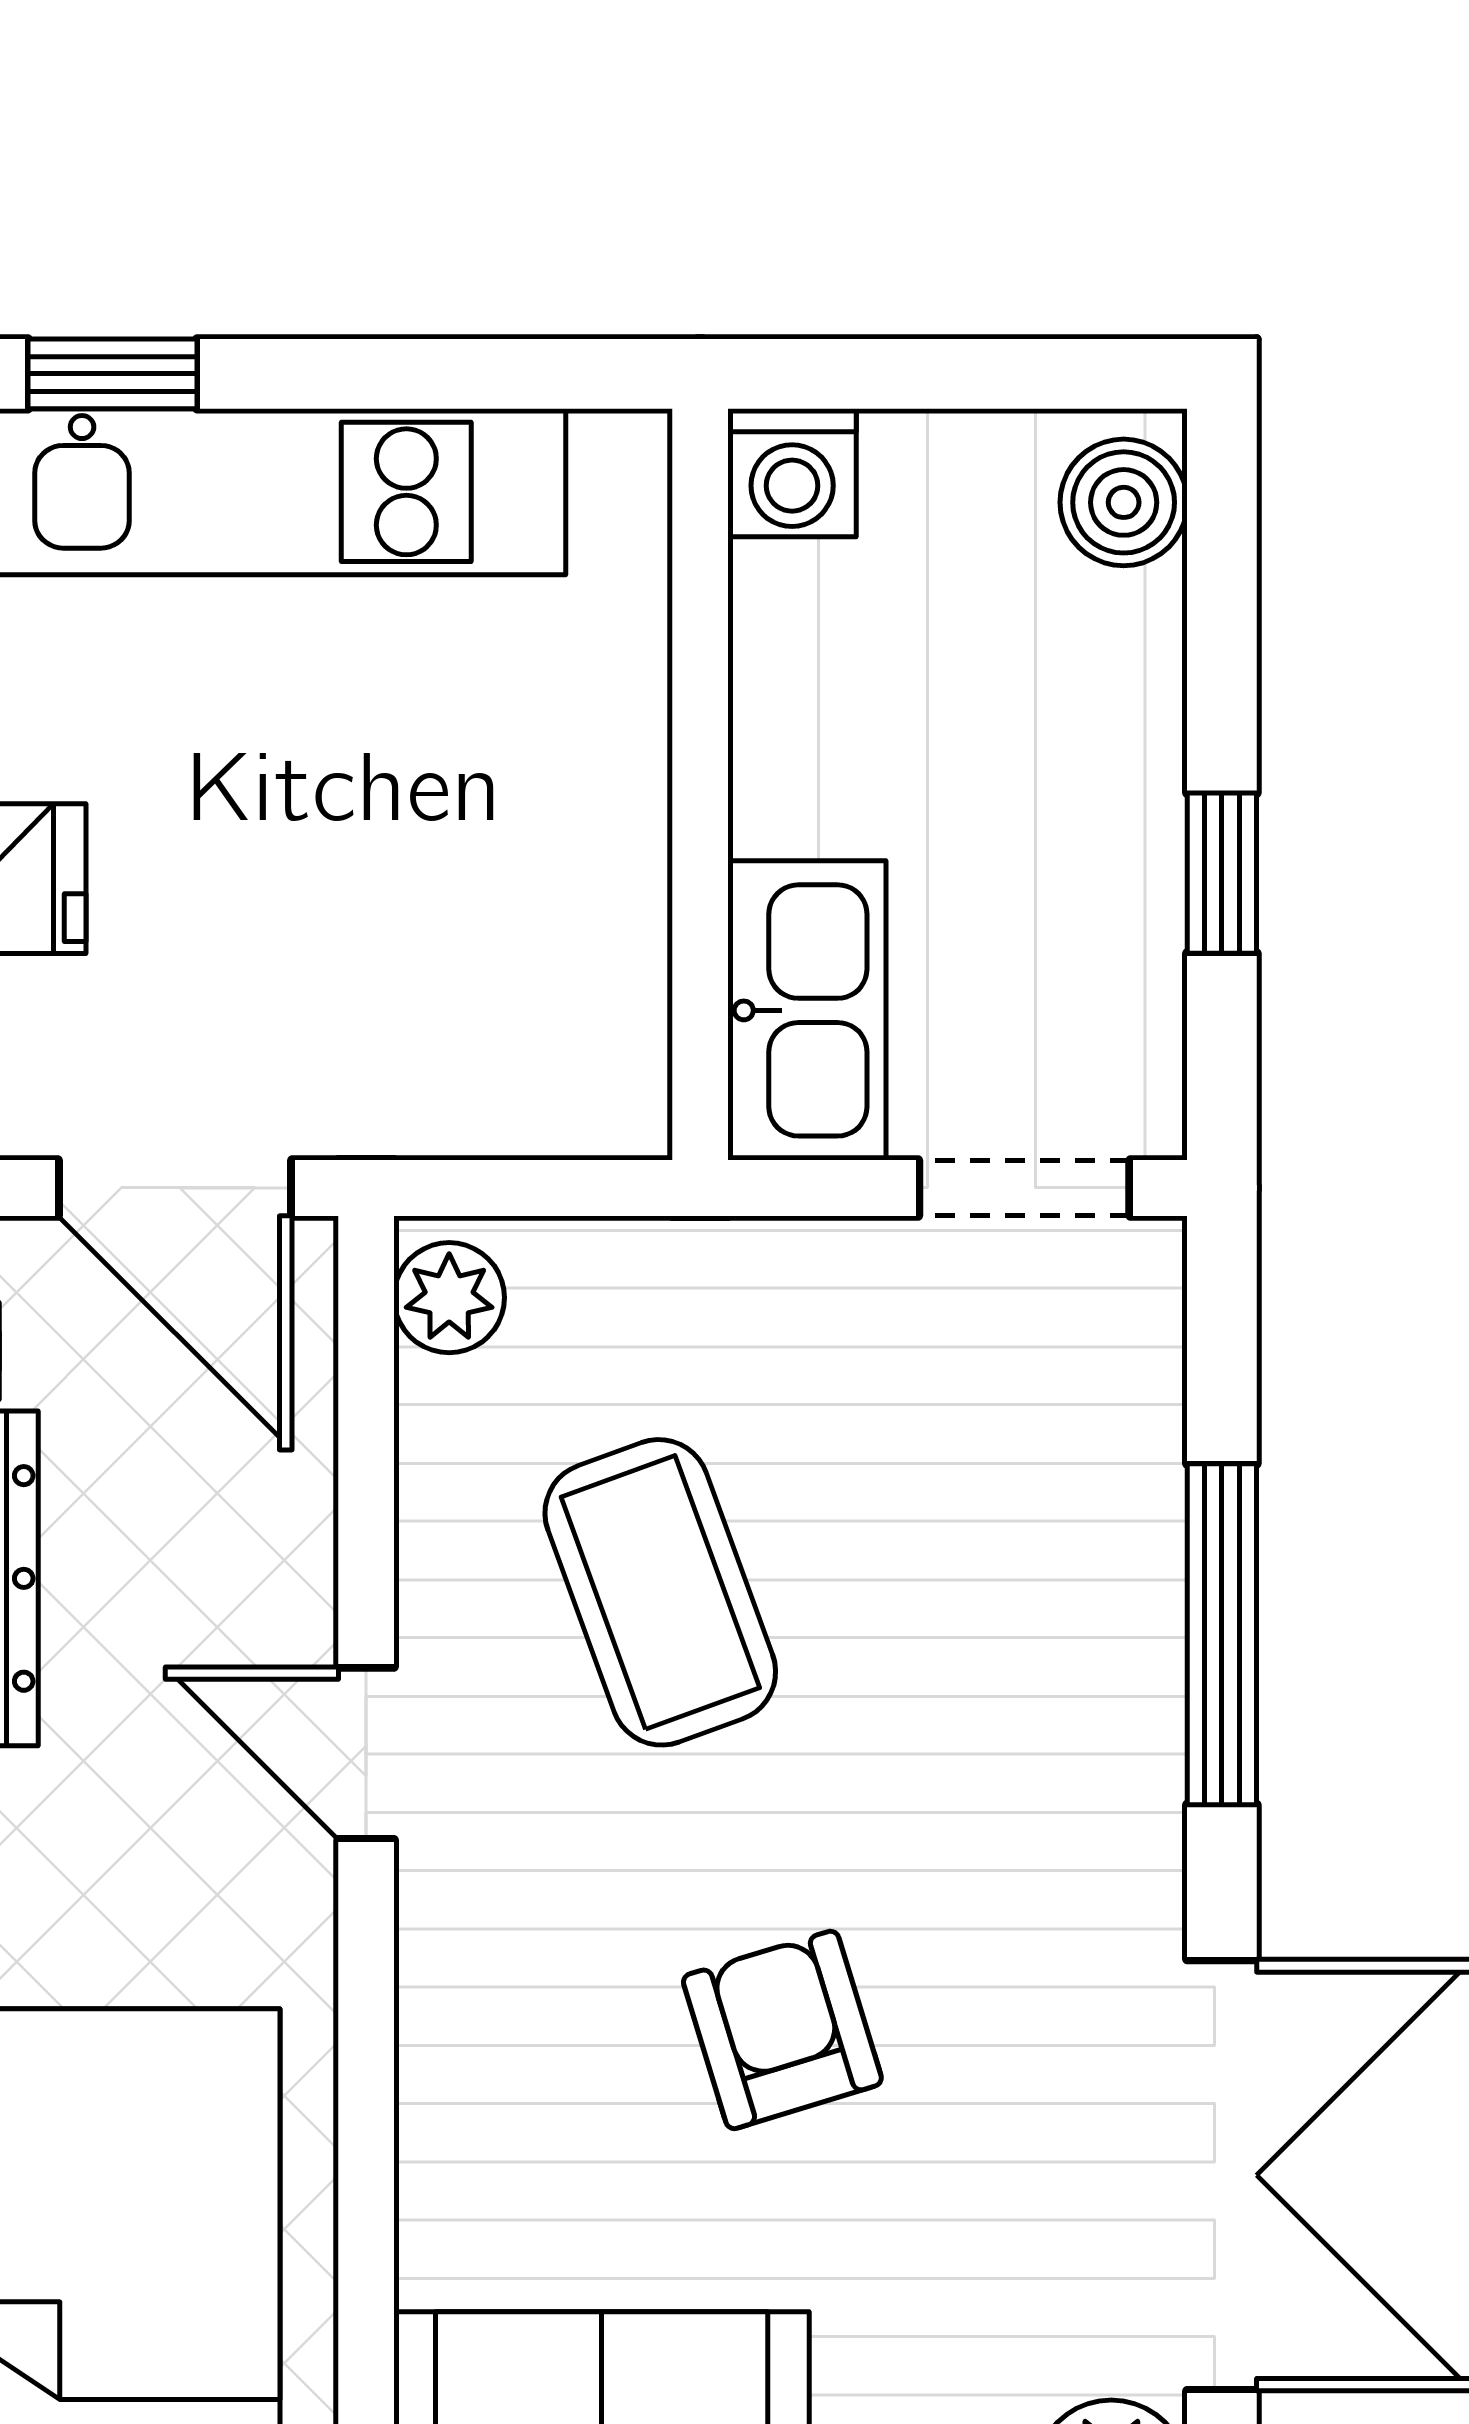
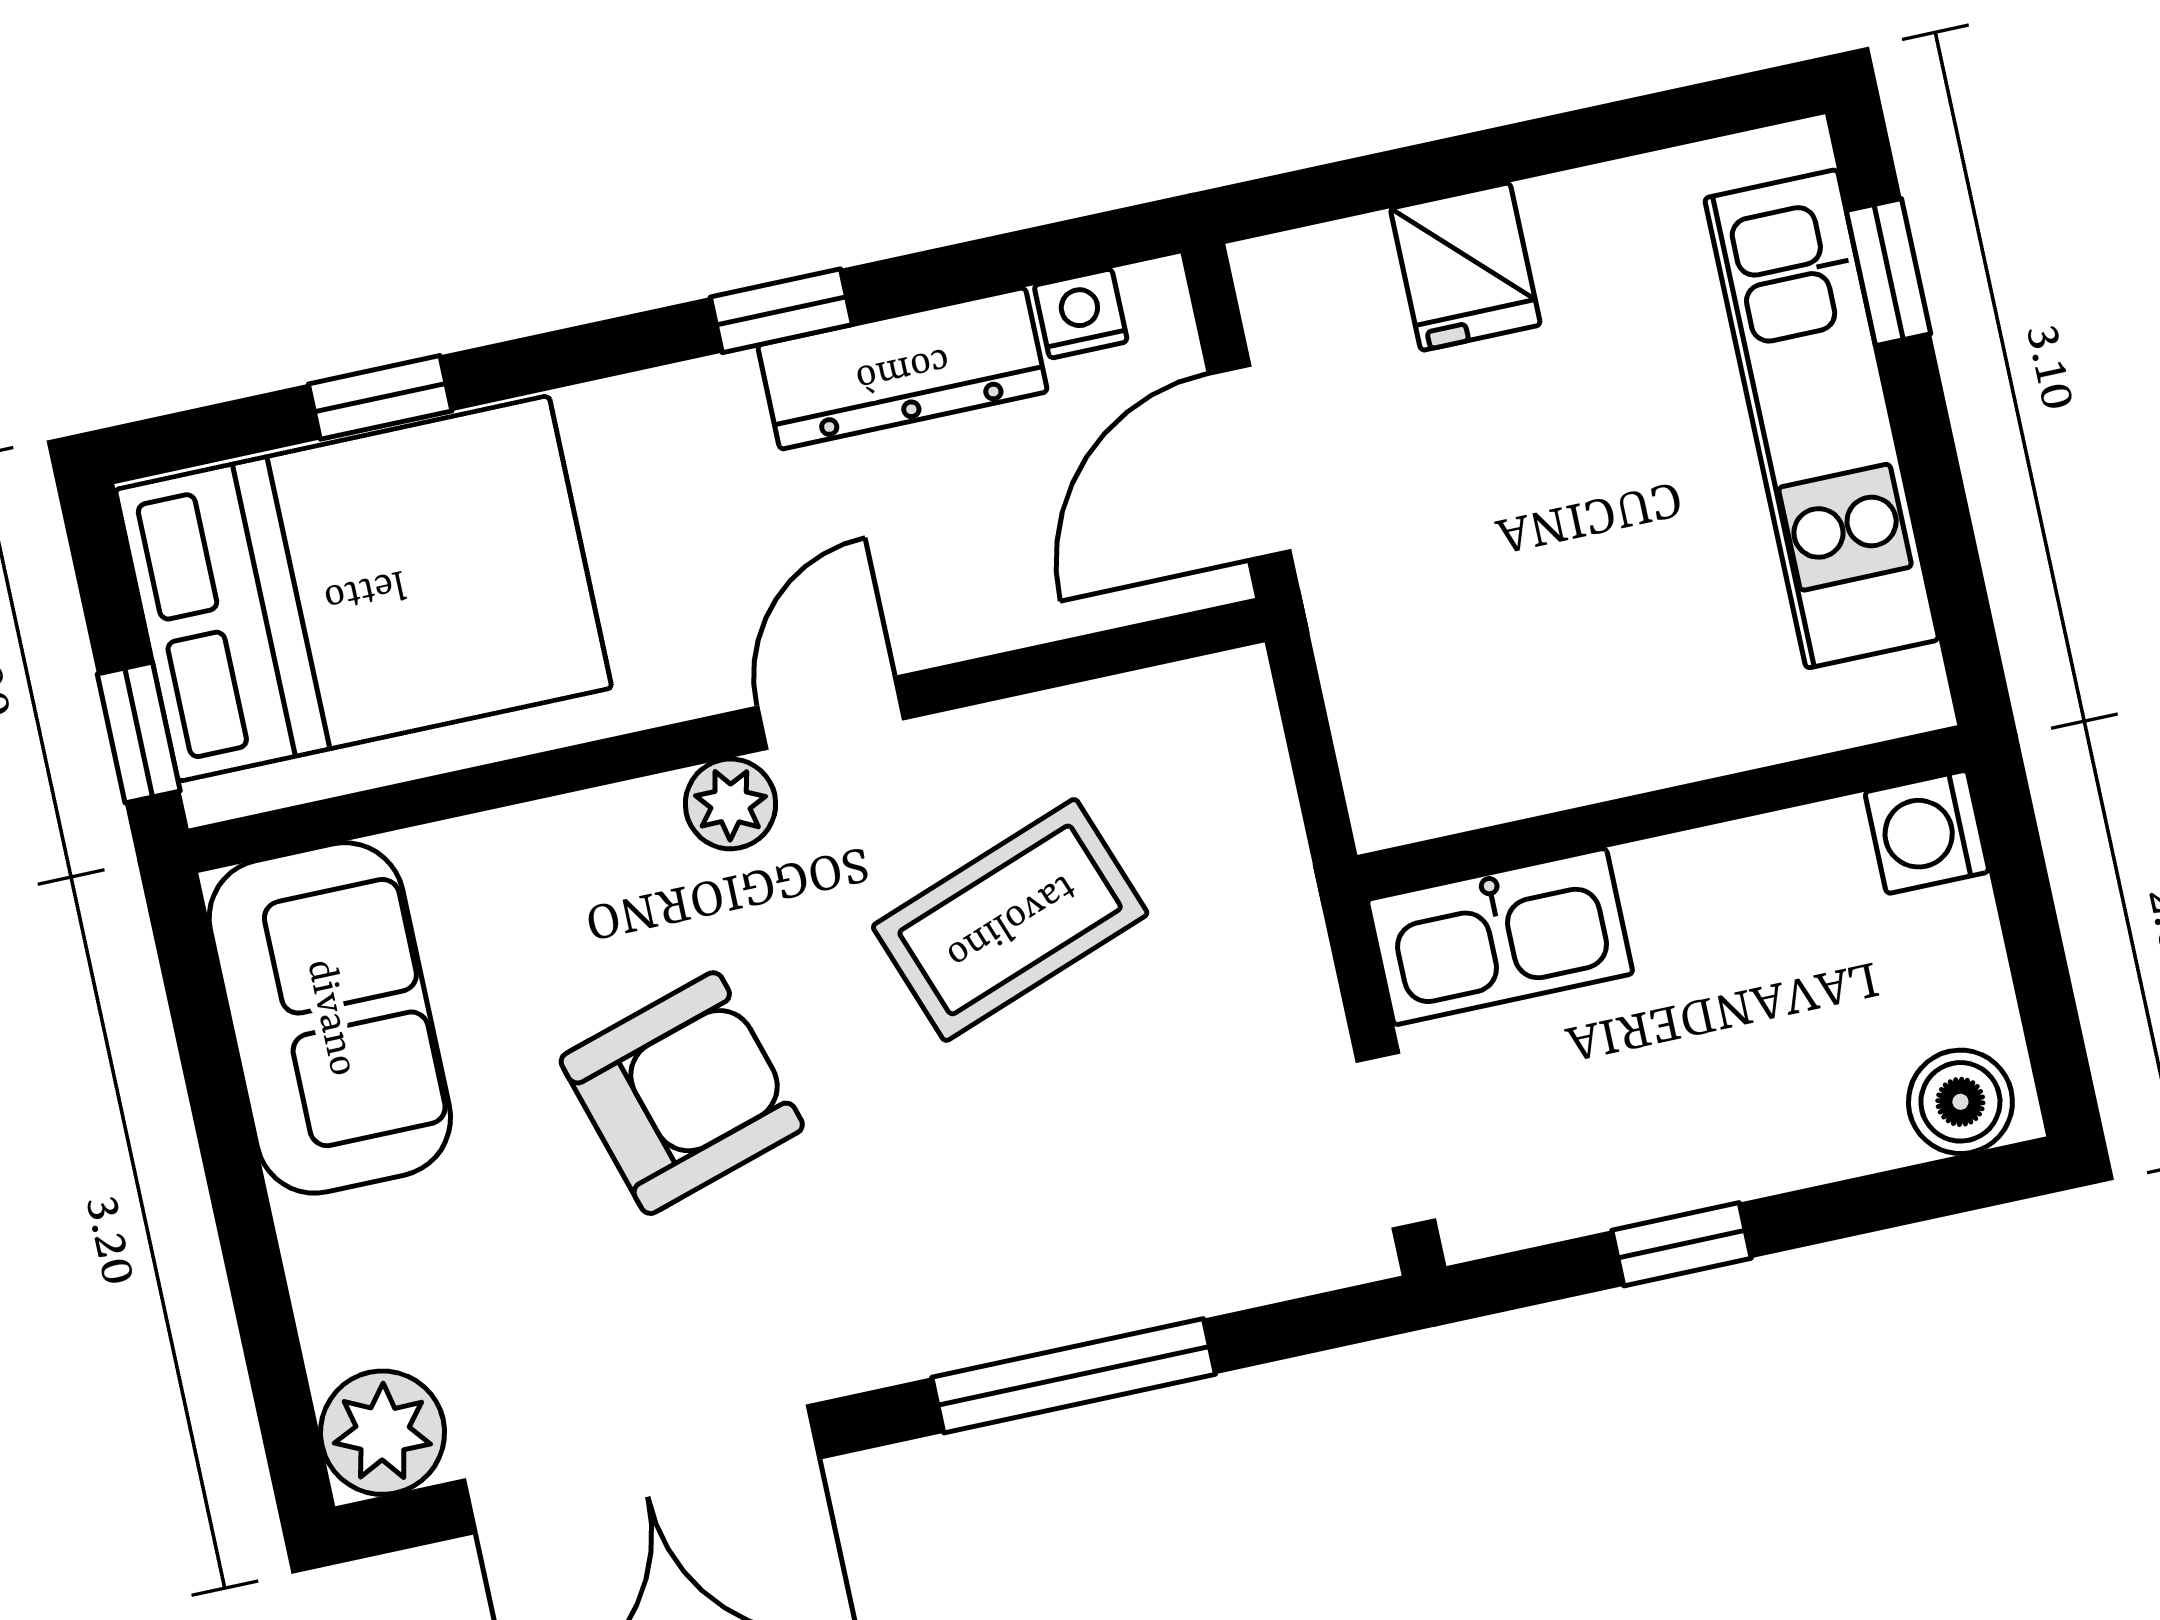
plant: (449, 1298) -> (730, 804), moved
armchair: (782, 2030) -> (682, 1093), width x1.38, depth x1.38

